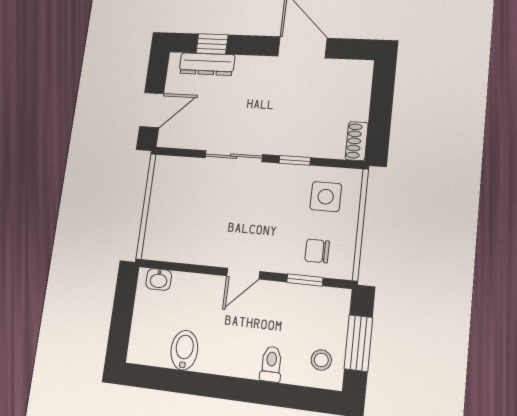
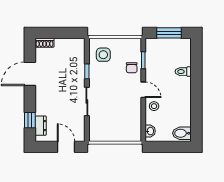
dresser: (207, 64) -> (41, 126), width x0.70
shoe rack: (357, 141) -> (44, 43), moved
chair: (317, 251) -> (132, 68), moved
bidet: (184, 350) -> (182, 133), moved
stool: (321, 360) -> (154, 106), moved

